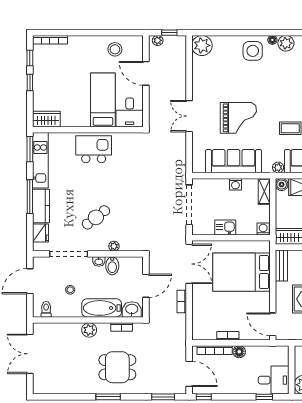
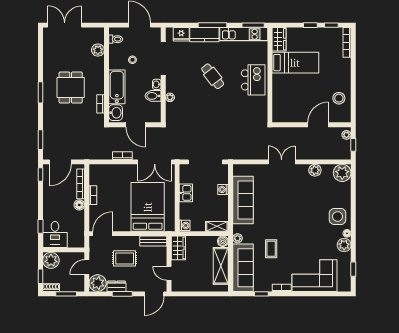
plant: (199, 77) -> (315, 170), added
bed: (103, 100) -> (295, 63), moved
desk: (130, 113) -> (285, 111), removed
grand piano: (238, 118) -> (280, 204), removed
washing machine: (235, 184) -> (223, 189), moved
cafe table: (96, 217) -> (213, 76), moved
plant: (89, 330) -> (98, 50), moved
double door: (30, 354) -> (65, 25), moved
dining table: (117, 367) -> (71, 87), moved

